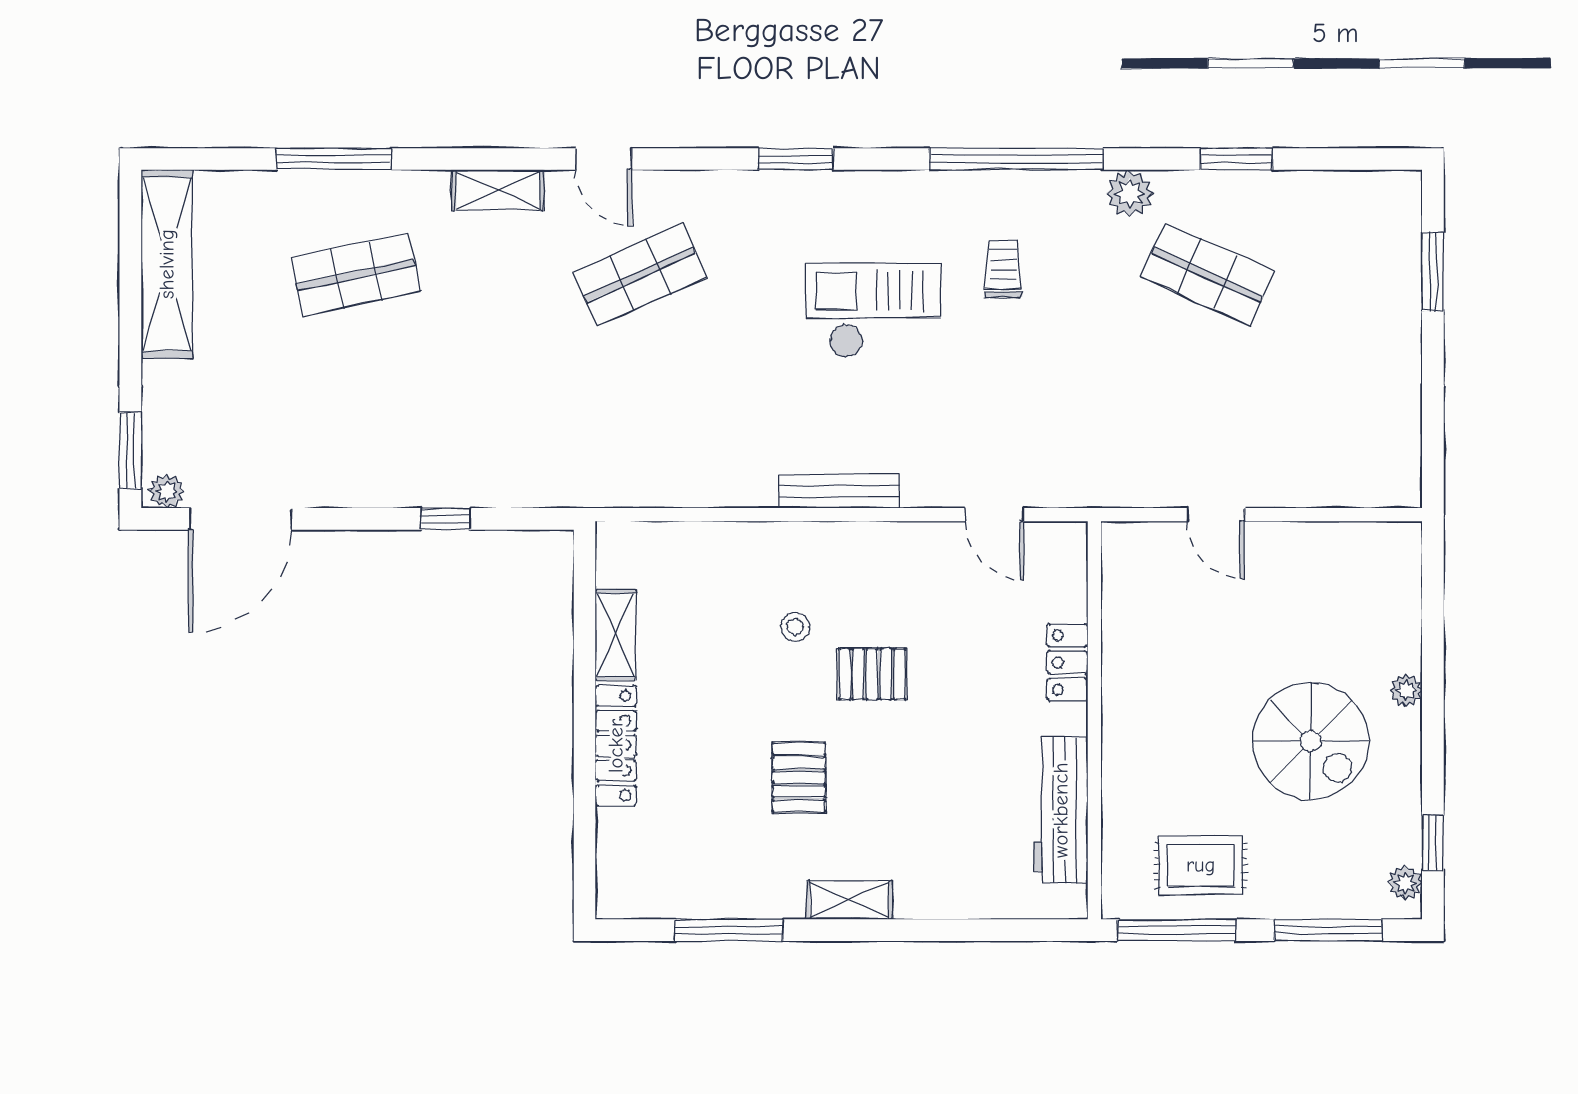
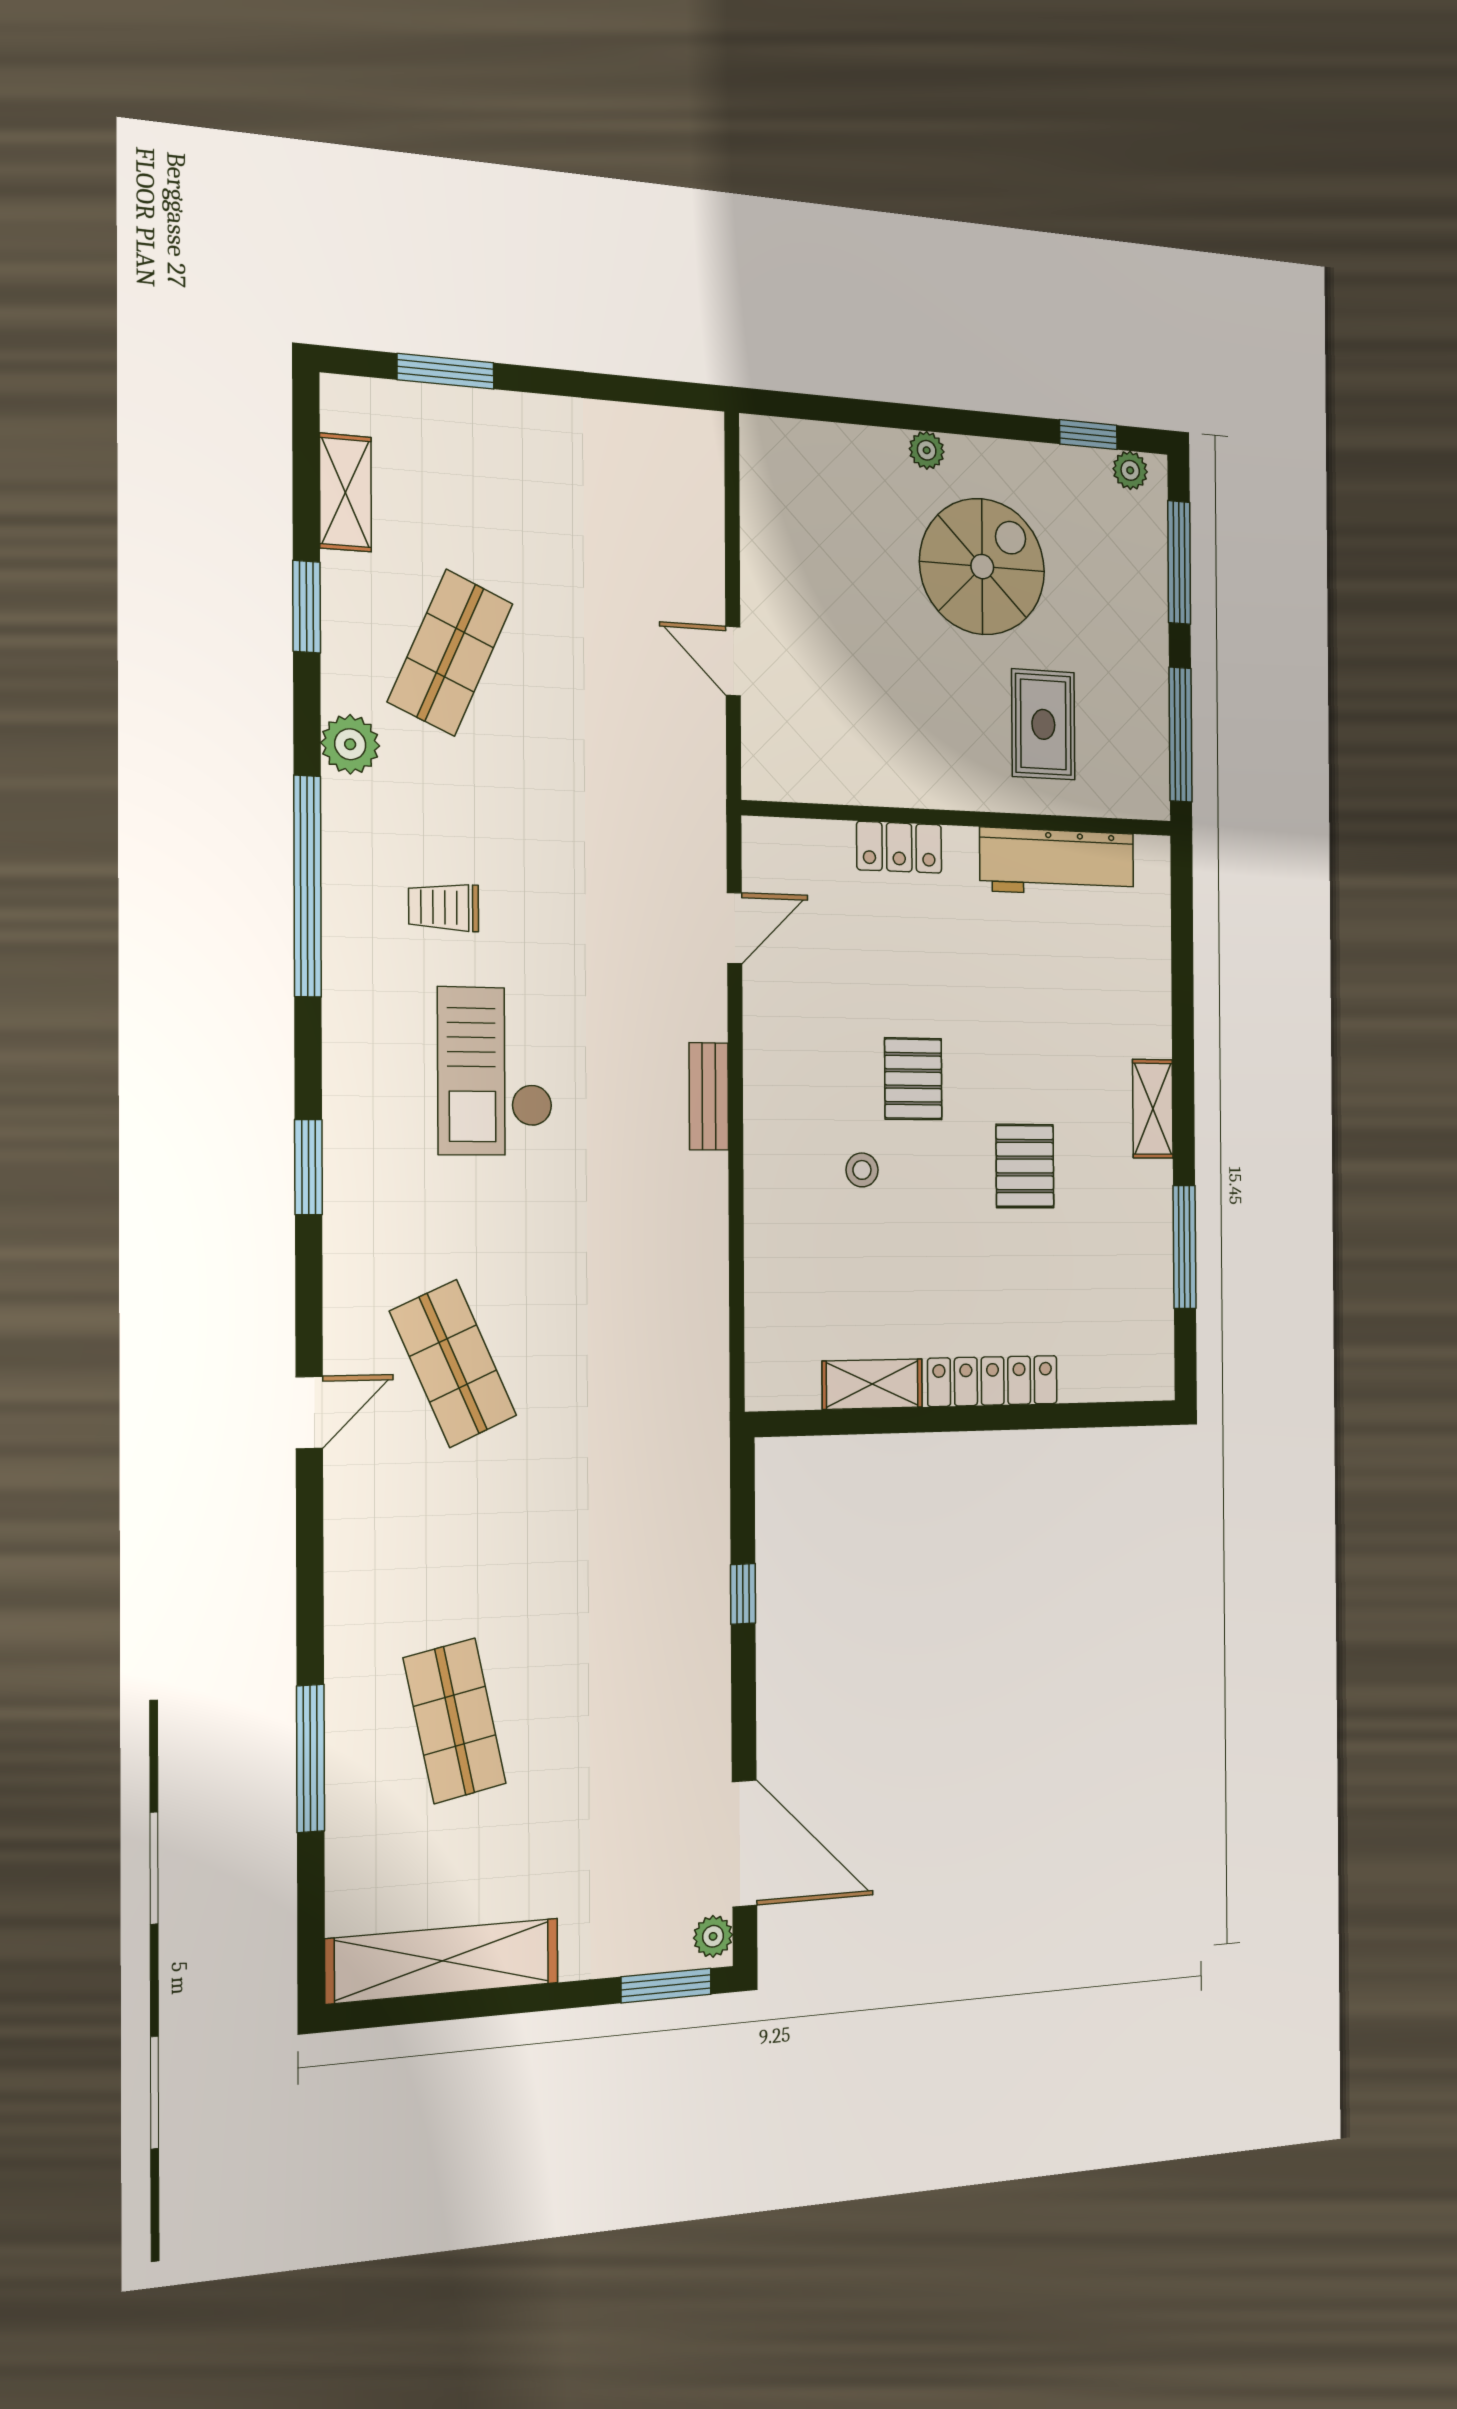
shelving: (498, 190) -> (345, 492), moved
bench: (839, 491) -> (709, 1096), width x0.73
door: (1215, 515) -> (733, 661), swing flipped
pallet: (799, 777) -> (1025, 1166), turned 90
rug: (1201, 865) -> (1043, 724), moved

